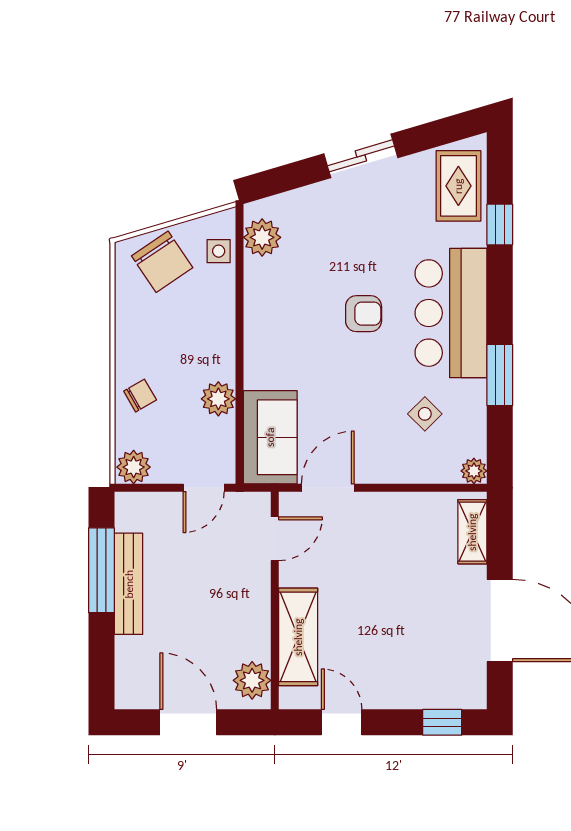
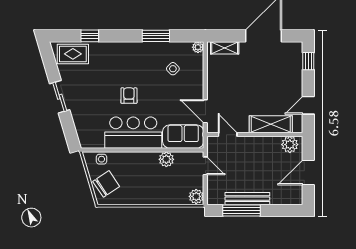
plant: (262, 237) -> (96, 140), removed
bar counter: (451, 313) -> (133, 133), moved, turned 180
chair: (140, 396) -> (165, 194), removed

